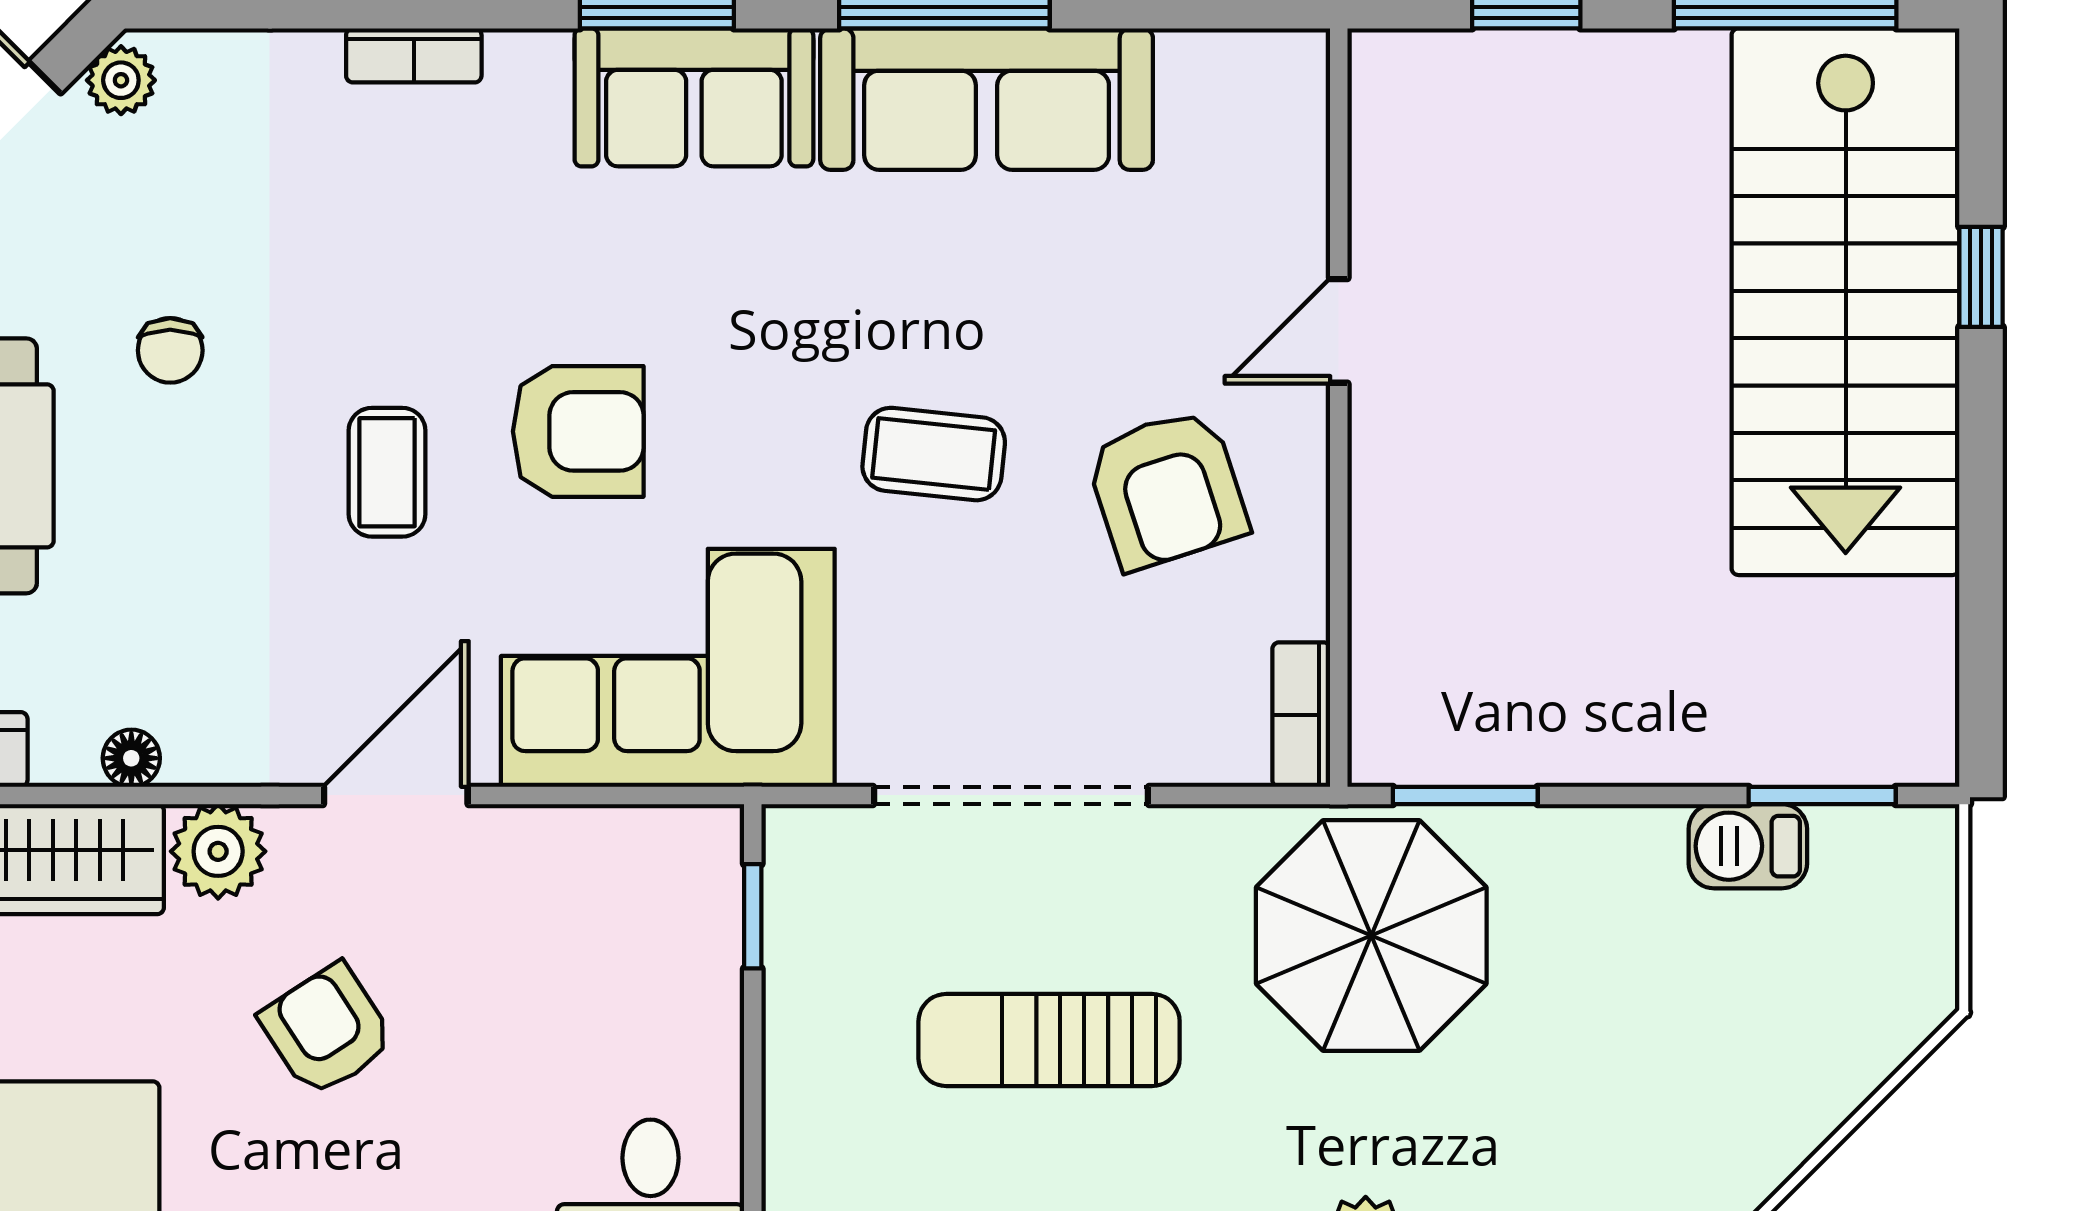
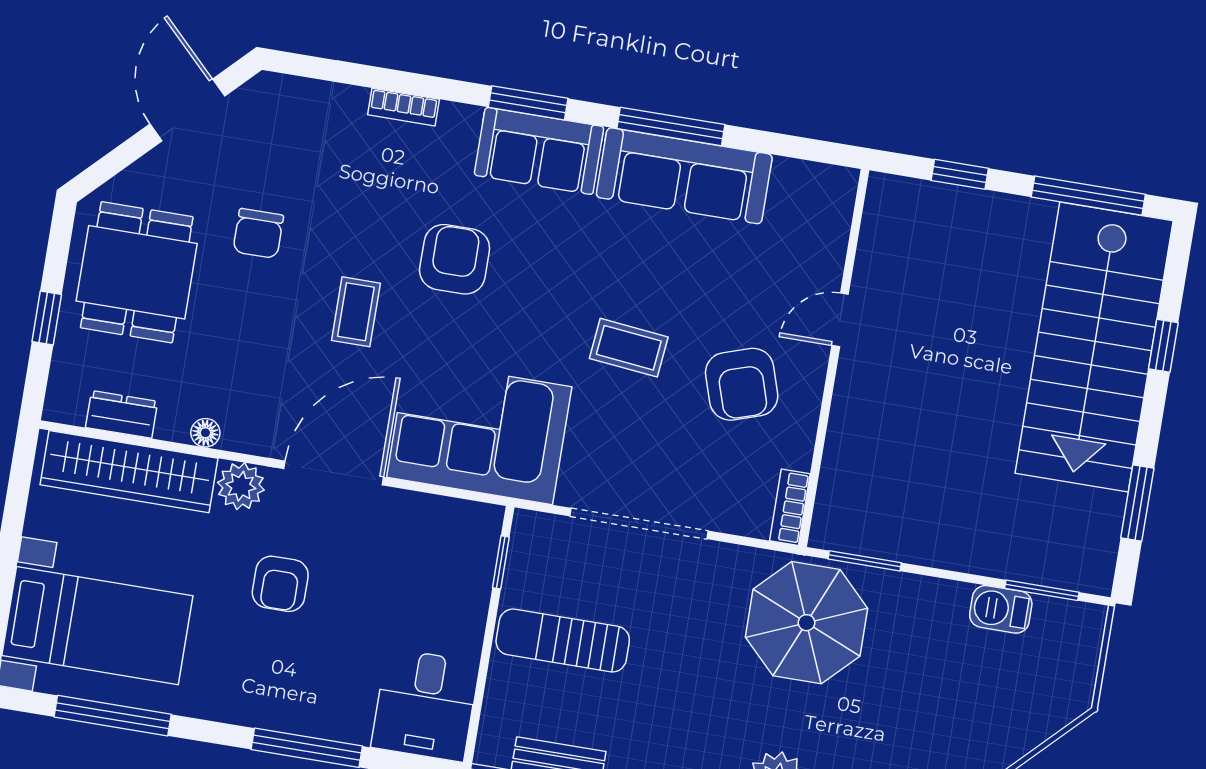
plant: (121, 80) -> (256, 95), removed
chair: (170, 350) -> (258, 233), width x1.37, depth x1.37
armchair: (578, 431) -> (455, 259), moved, turned -90
window: (1981, 594) -> (1137, 503), added
door: (396, 795) -> (334, 473), width x1.36
armchair: (327, 1030) -> (280, 584), turned -147
sun lounger: (1049, 1040) -> (563, 641), moved

